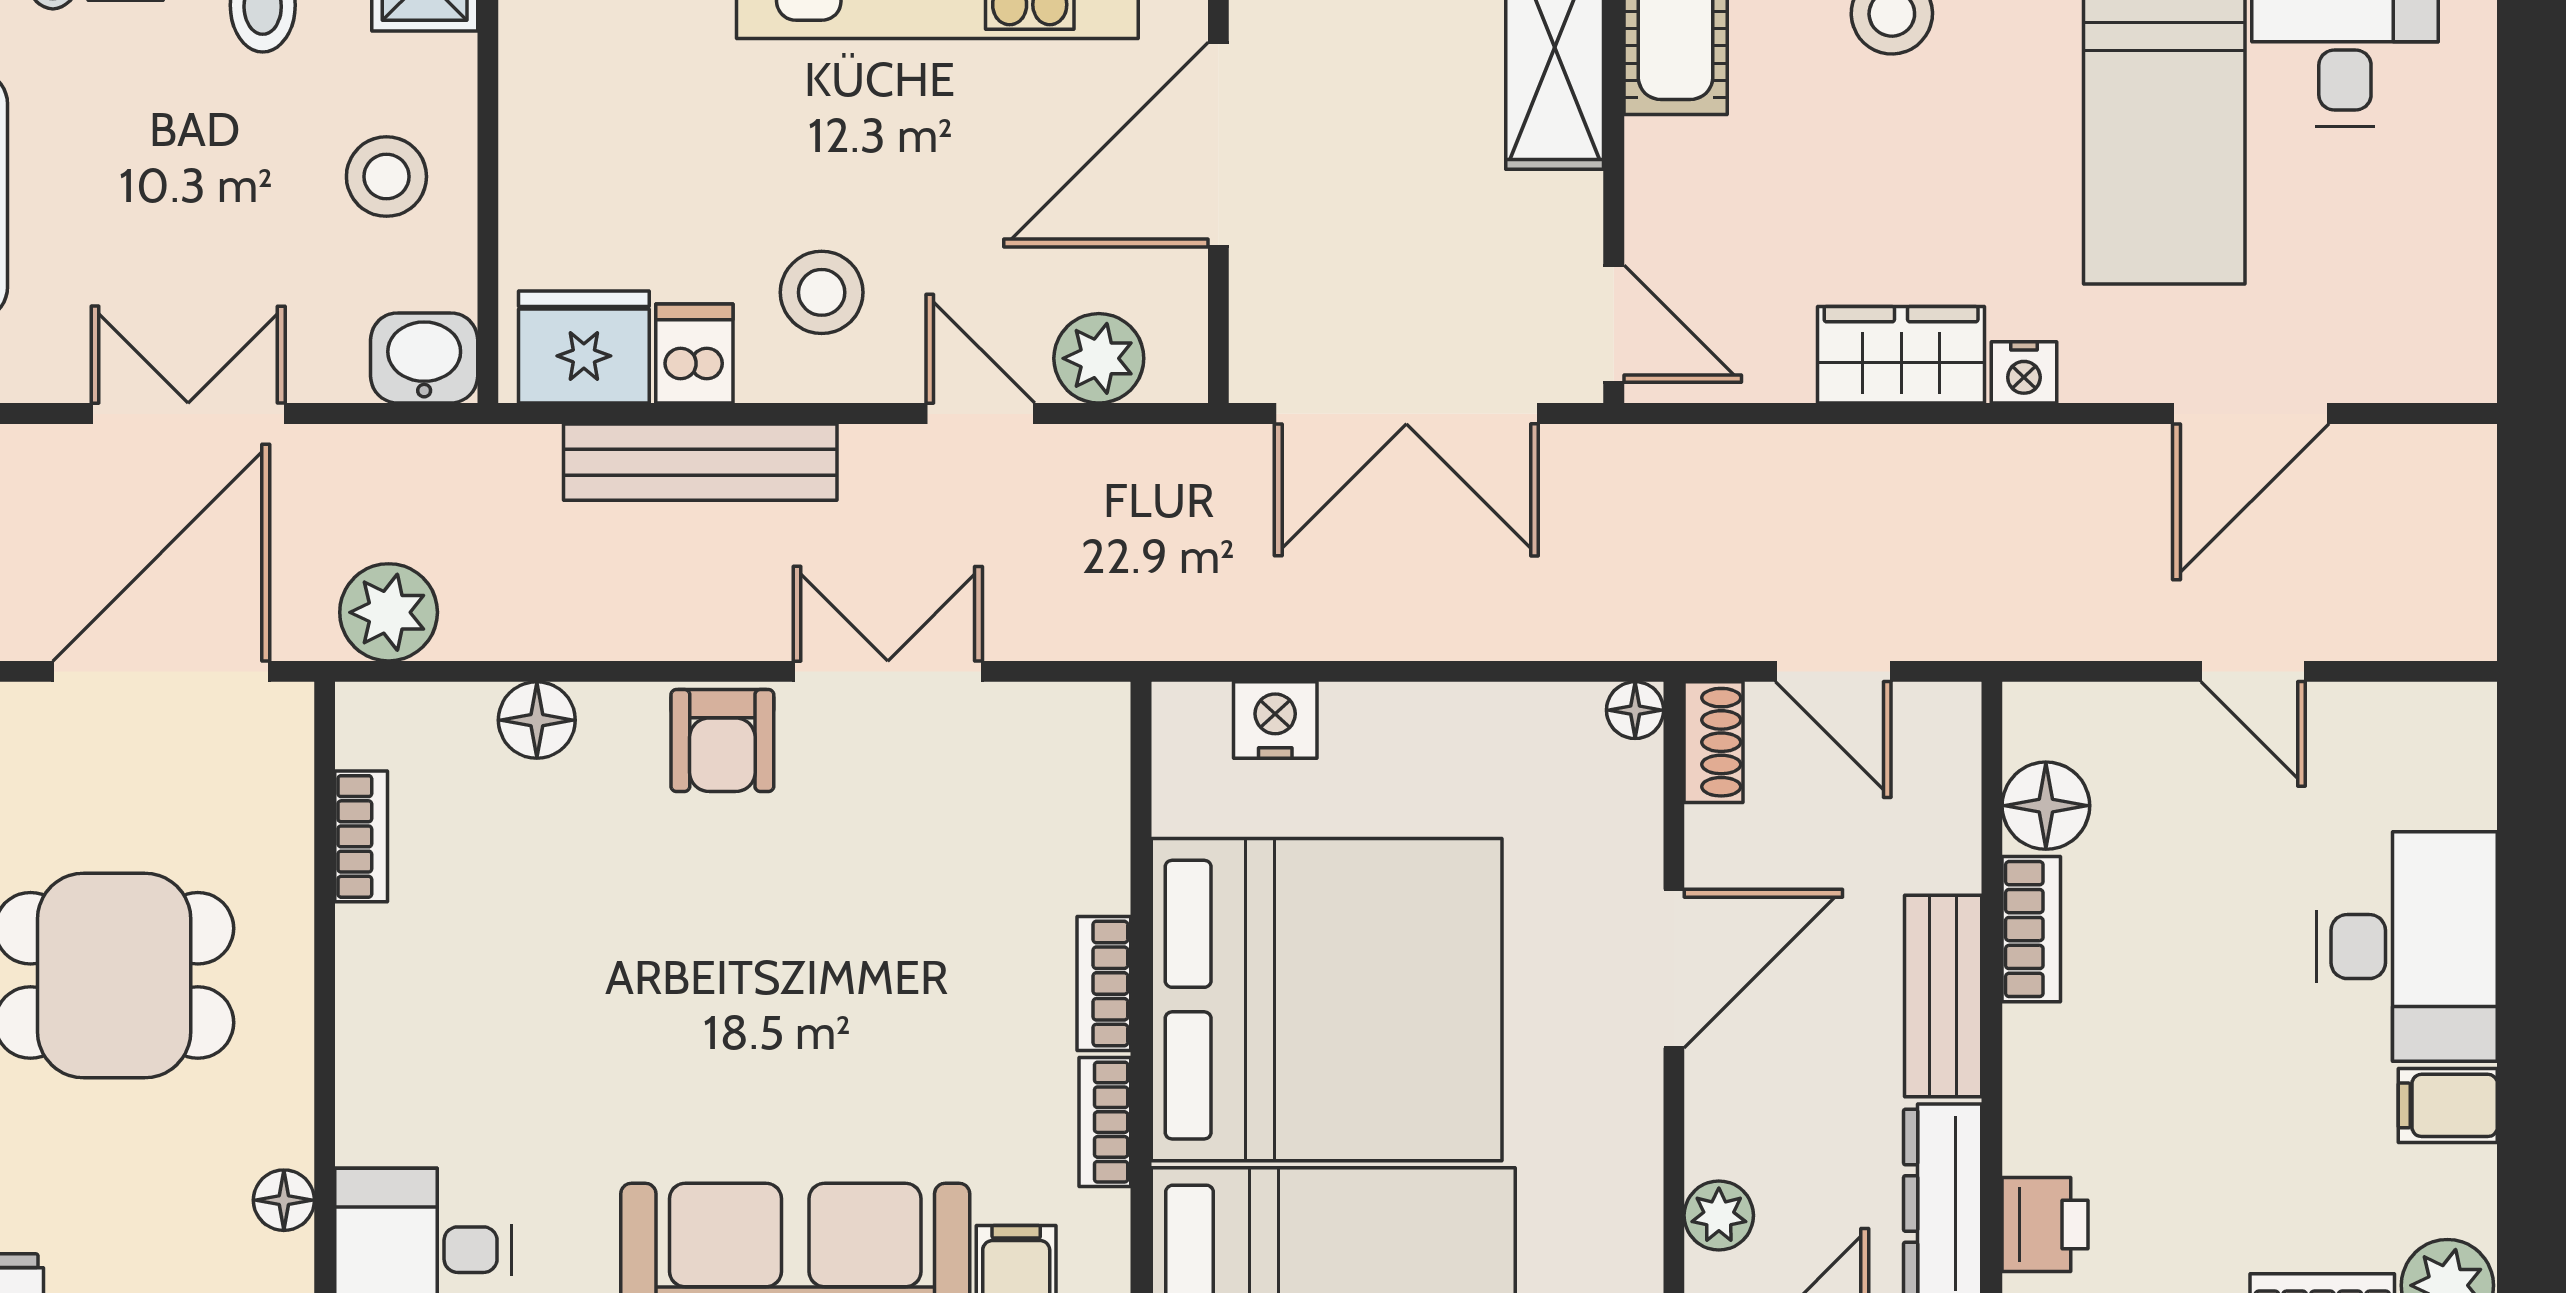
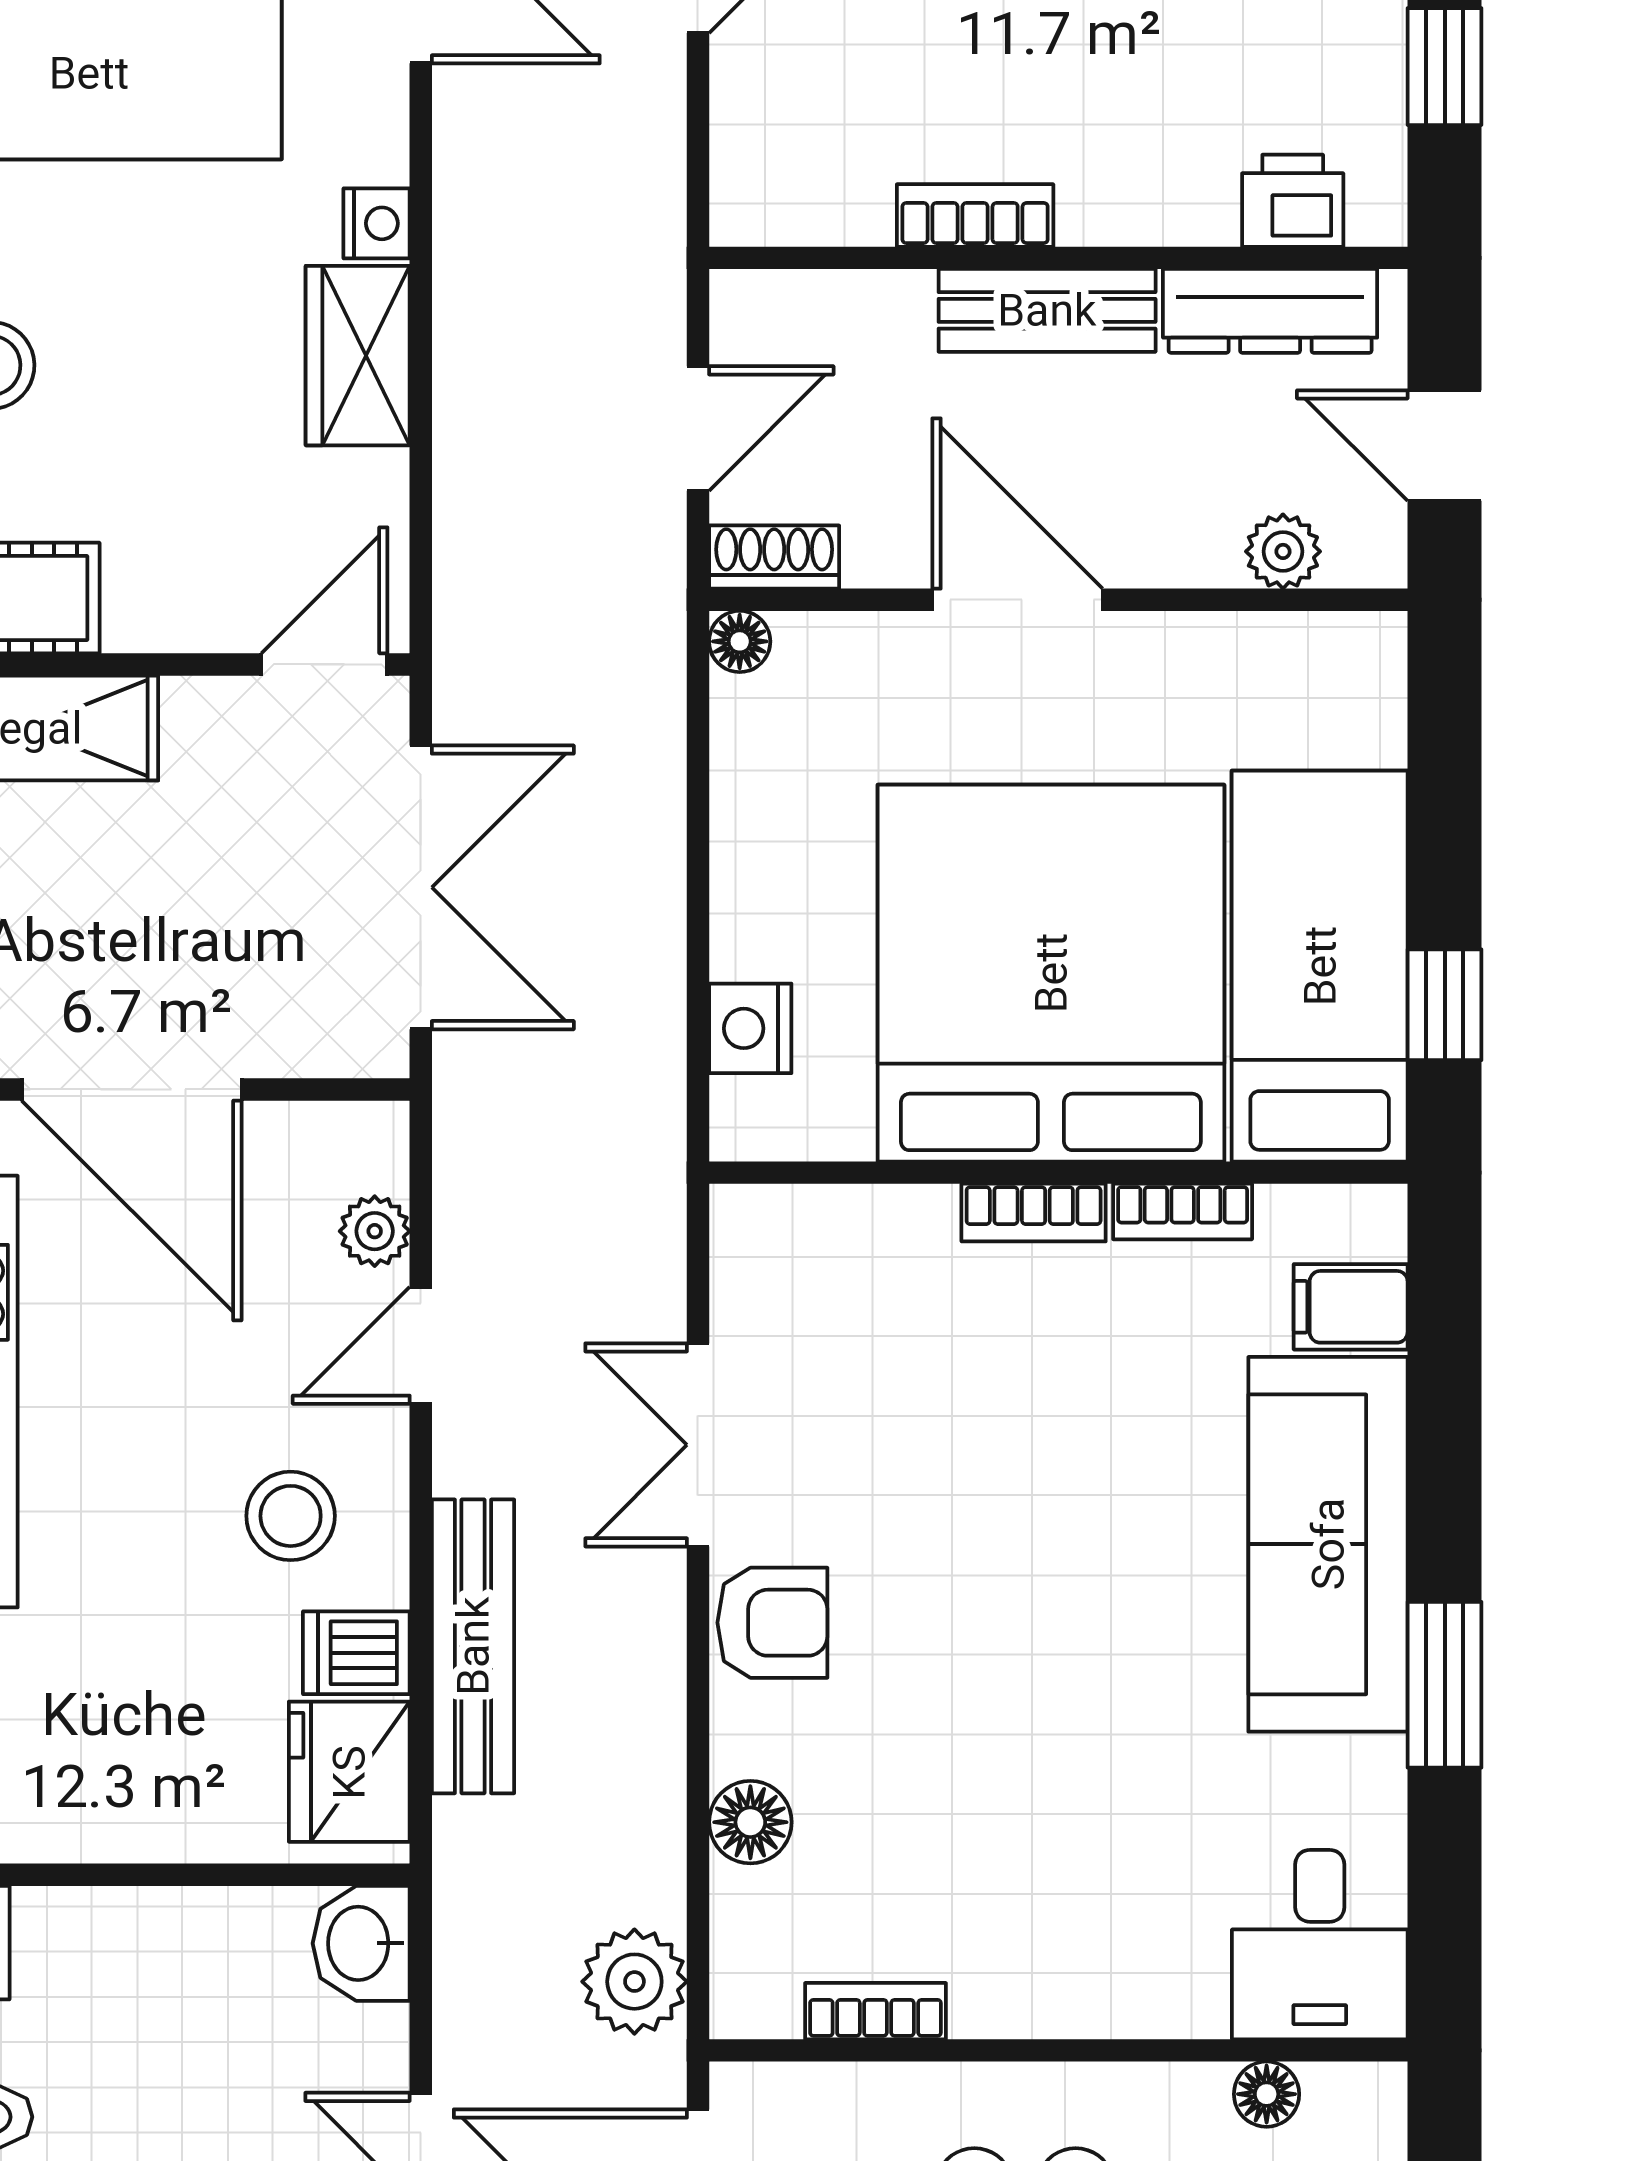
stool: (386, 177) -> (166, 1984), removed
plant: (1099, 358) -> (375, 1231), width x0.73, depth x0.73
floor lamp: (2046, 806) -> (842, 200), removed

